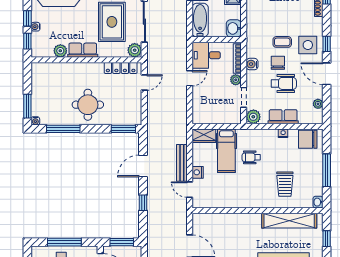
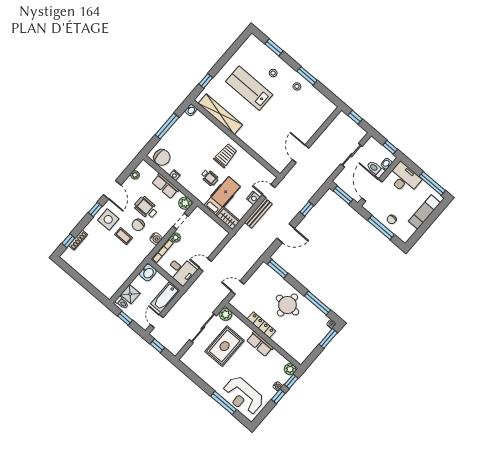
plant: (60, 51) -> (290, 369), moved
locker: (121, 68) -> (261, 325), moved
trolley: (285, 184) -> (226, 155), moved
door: (190, 190) -> (268, 191), swing flipped

